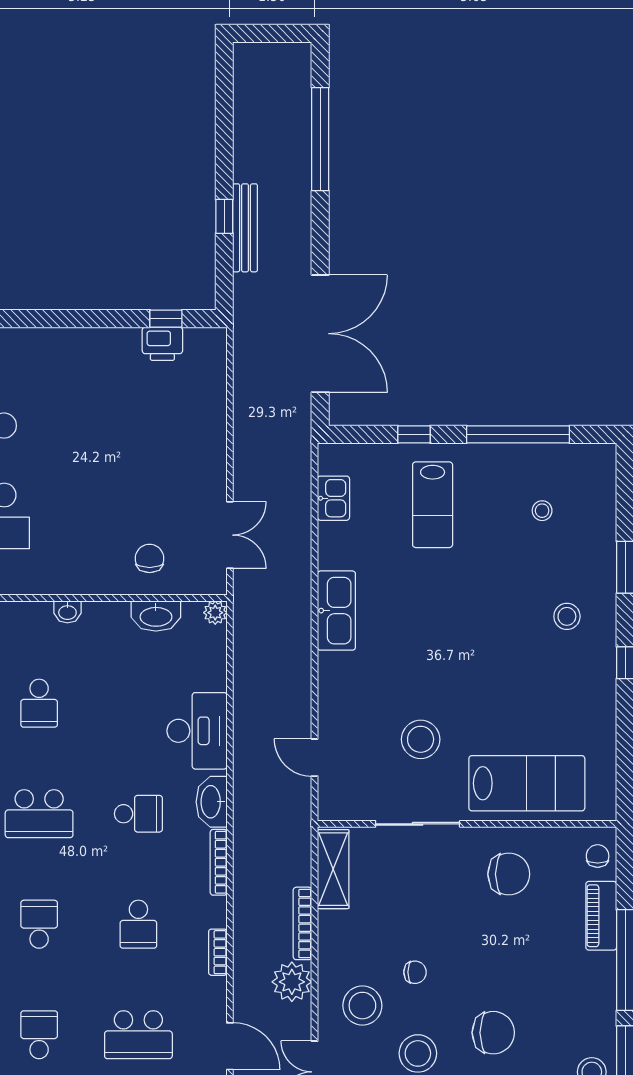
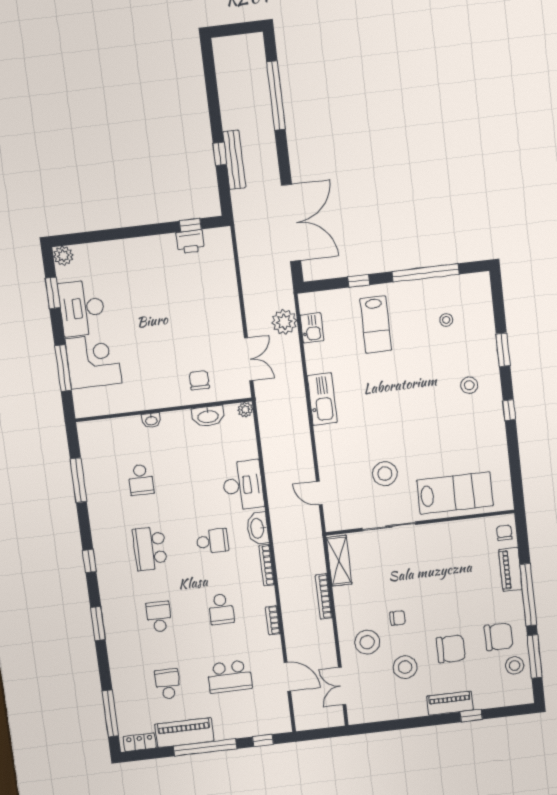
school desk: (39, 814) -> (150, 549), turned 90
chair: (509, 874) -> (499, 637), moved
plant: (292, 982) -> (284, 322), moved

